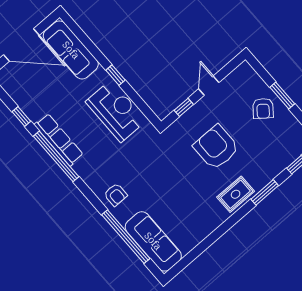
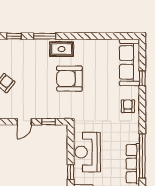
armchair: (216, 147) -> (69, 79), moved, turned 90
window: (126, 237) -> (142, 78), width x0.32

